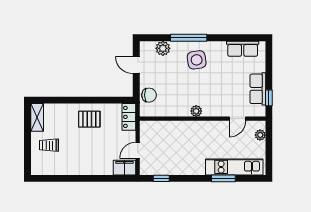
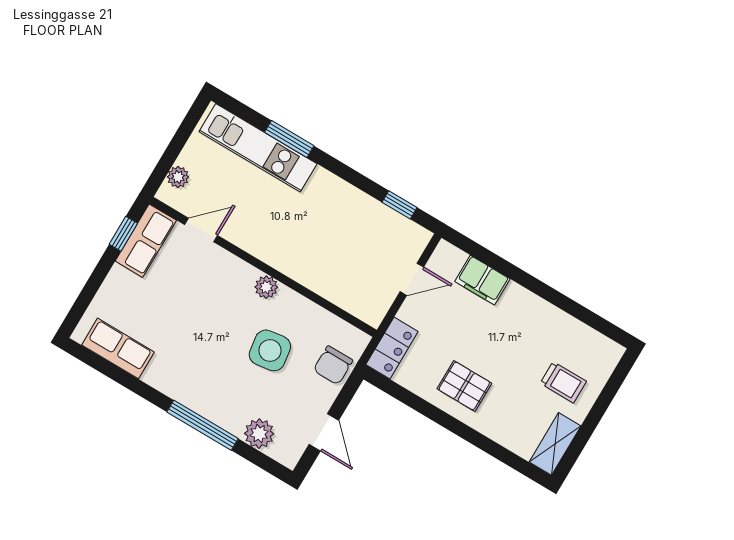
side table: (197, 60) -> (270, 350), moved
row of seats: (258, 89) -> (146, 241), moved
chair: (149, 95) -> (333, 365), turned -90
filing cabinet: (124, 168) -> (482, 280), moved

